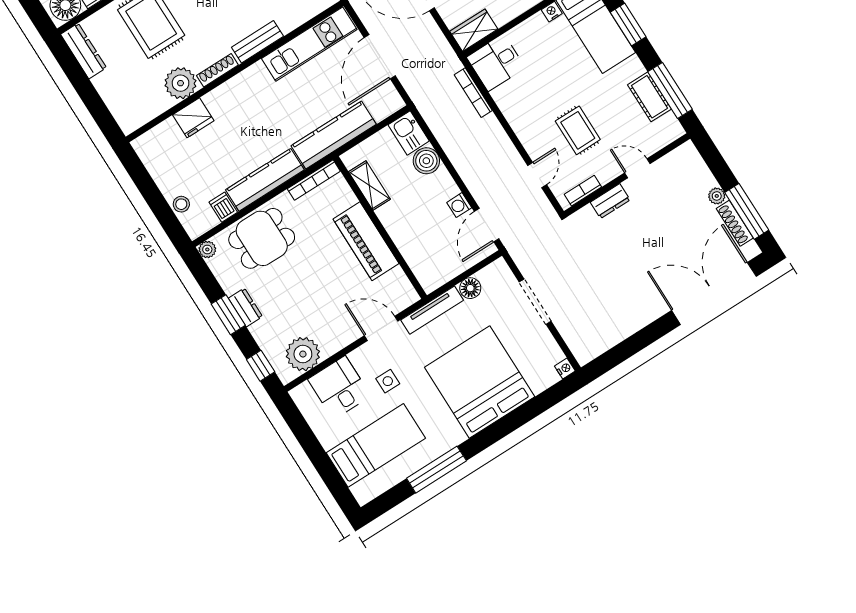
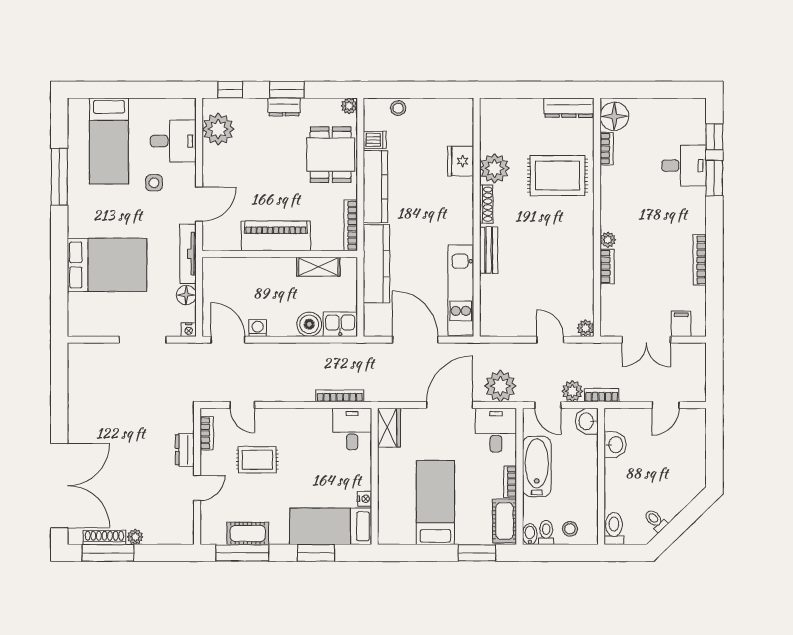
nightstand: (565, 368) -> (189, 330), moved
bed: (480, 382) -> (107, 265), width x0.73

